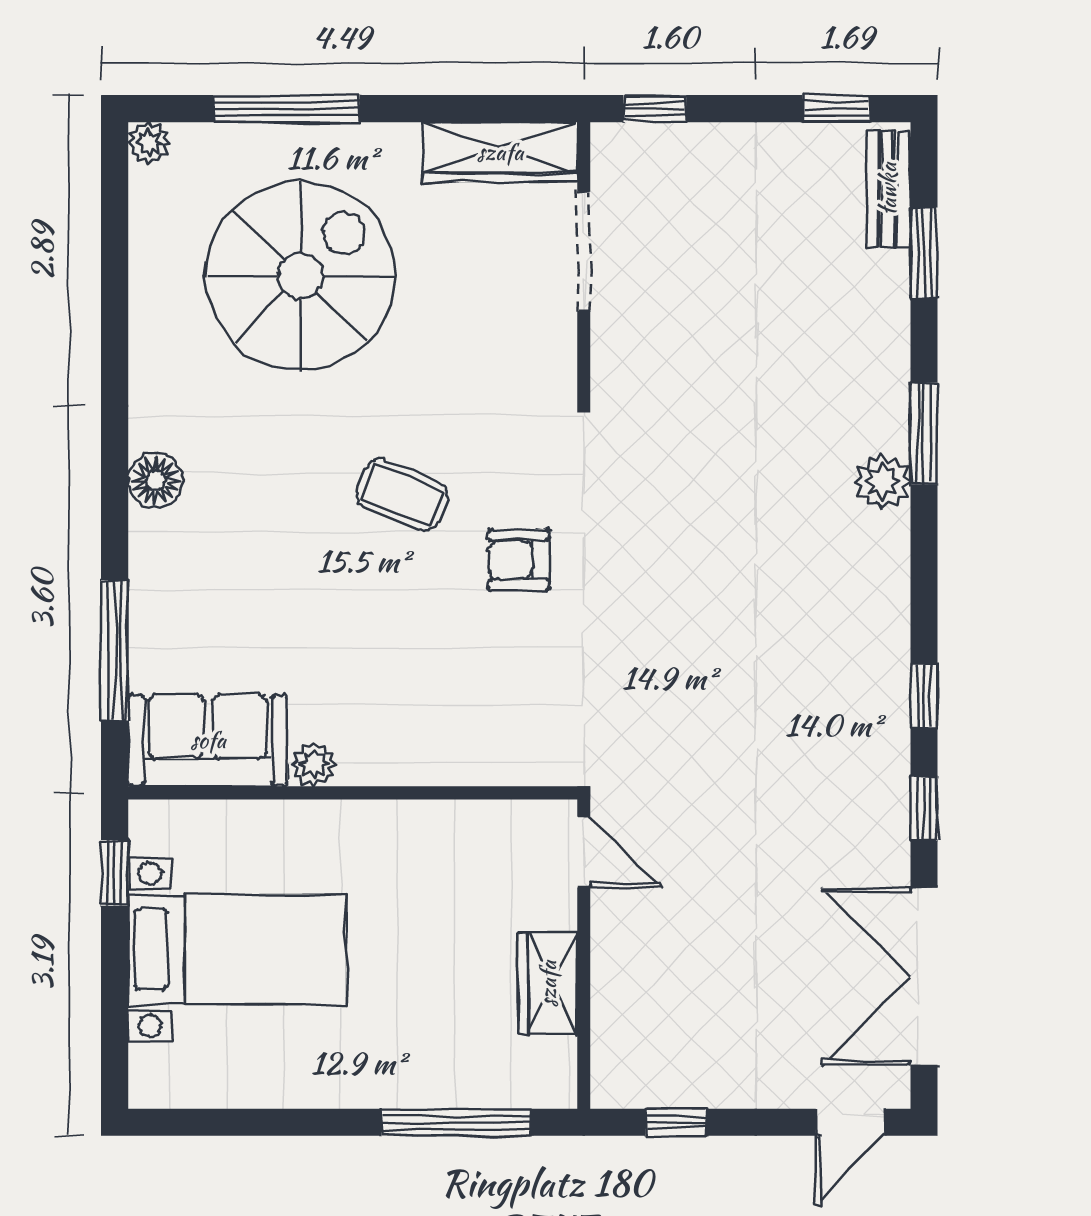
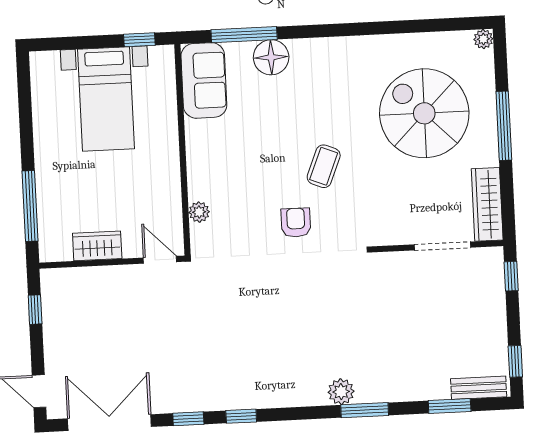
window: (286, 109) -> (504, 126), moved
spiral stairs: (300, 276) -> (424, 113), turned 180
floor lamp: (155, 480) -> (271, 57), moved, width x1.38, depth x1.38
plant: (314, 764) -> (199, 212), moved
door: (584, 852) -> (160, 260), swing flipped

